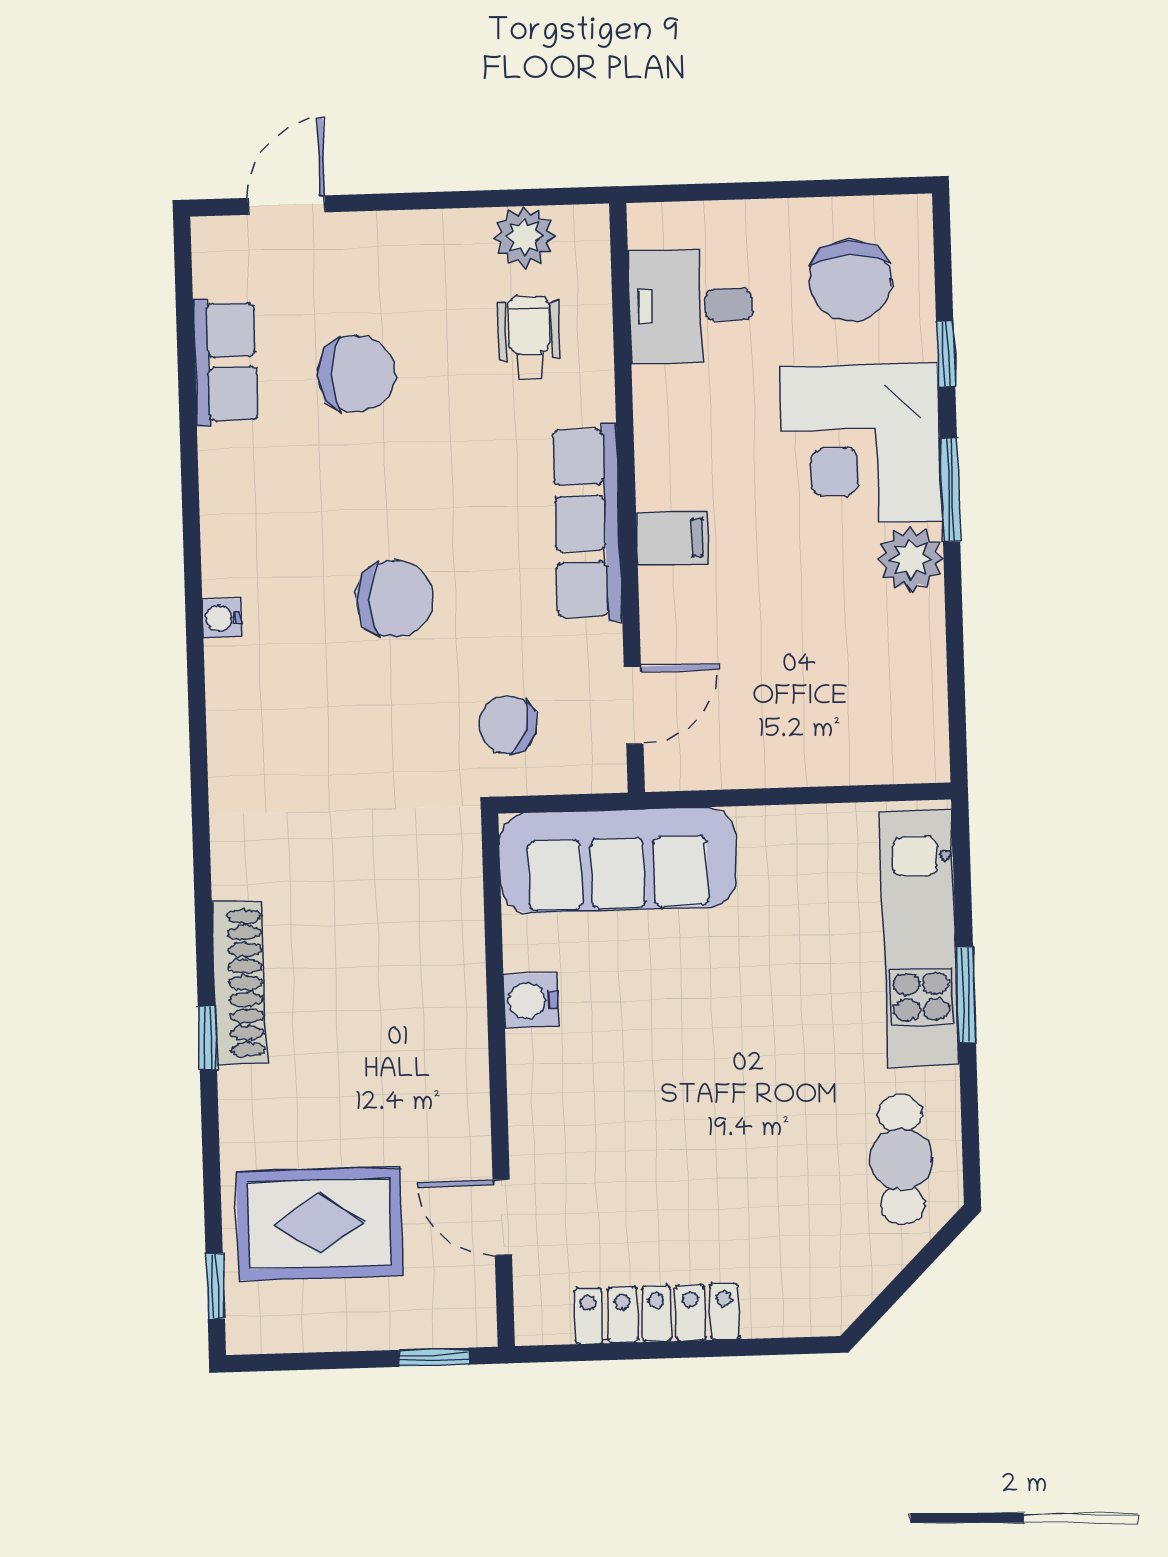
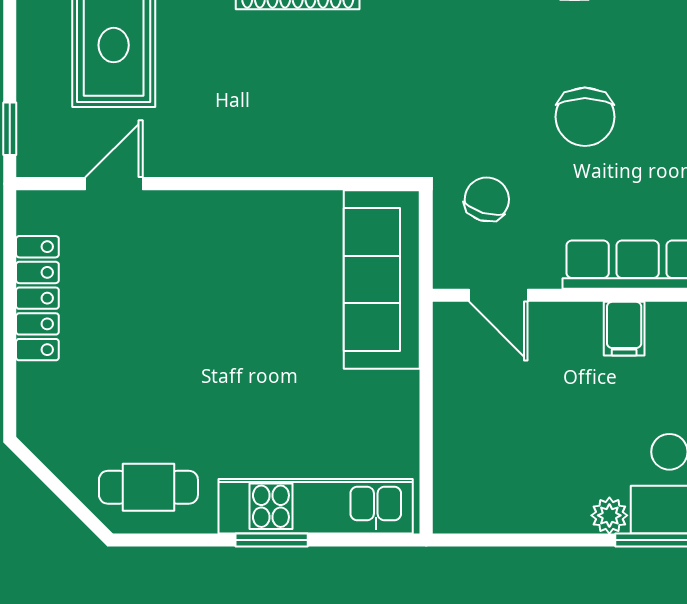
plant: (911, 559) -> (609, 515), width x0.73, depth x0.73
water cooler: (531, 1001) -> (277, 210), removed

